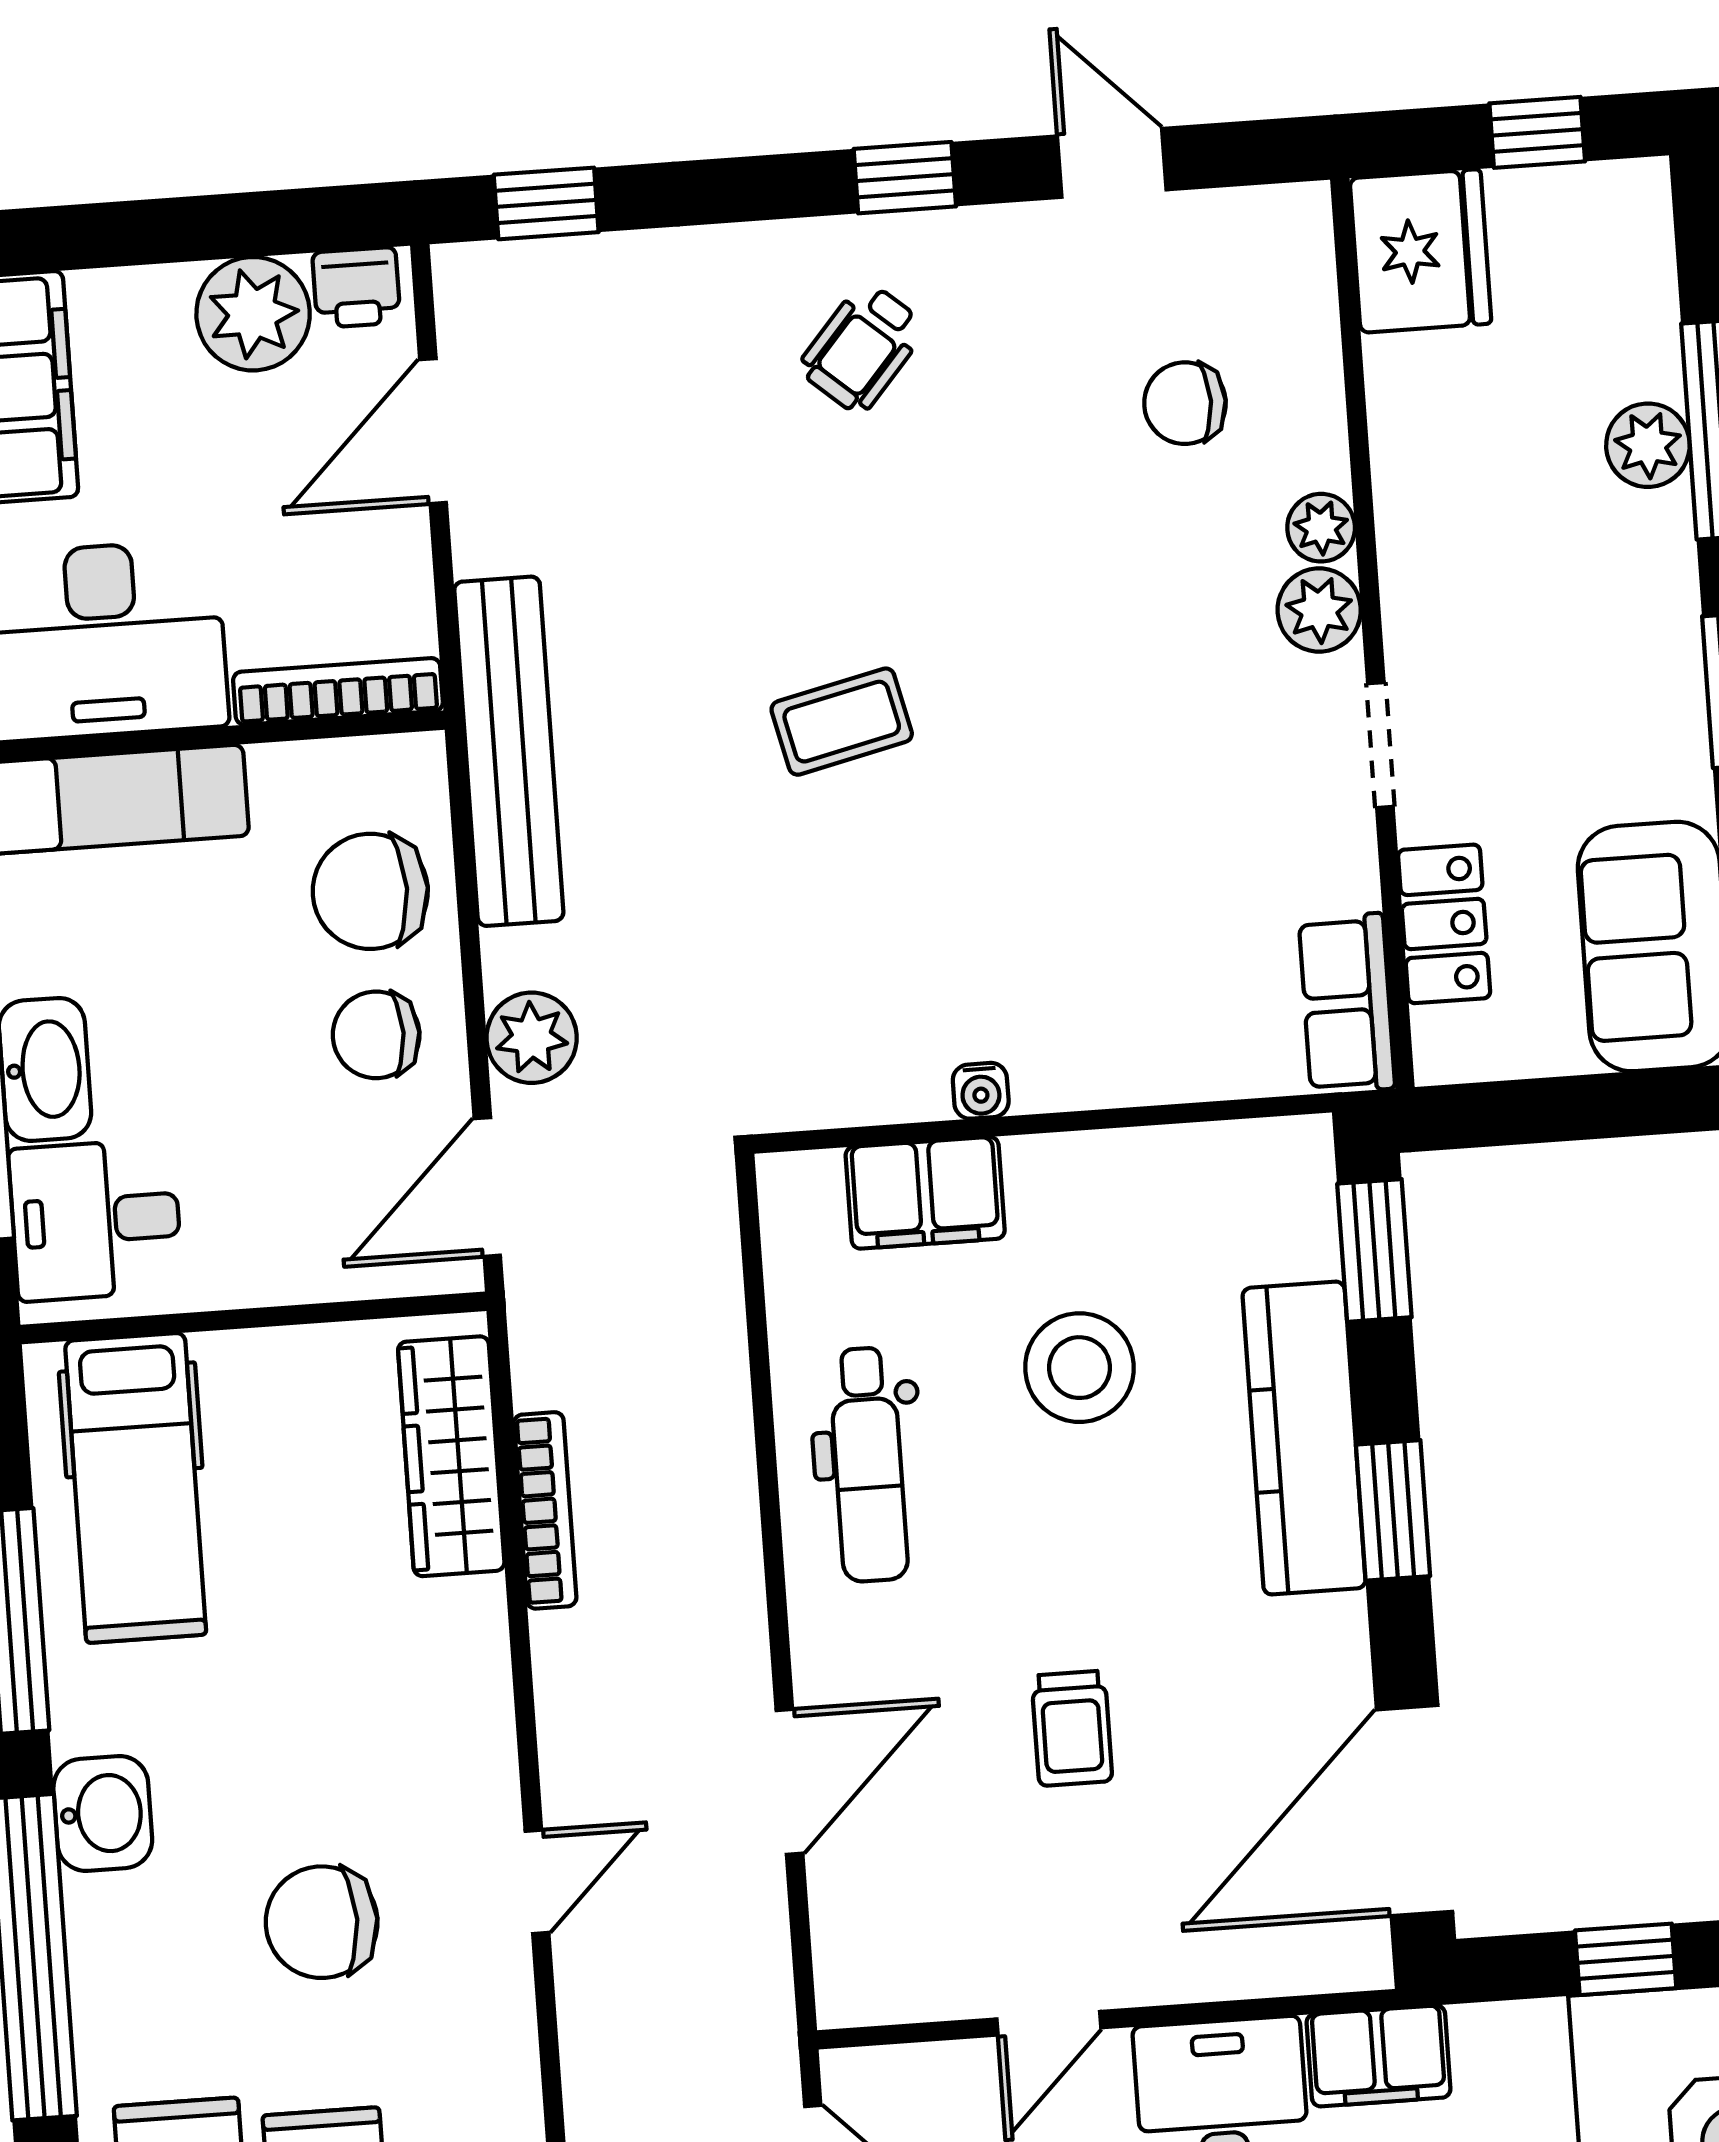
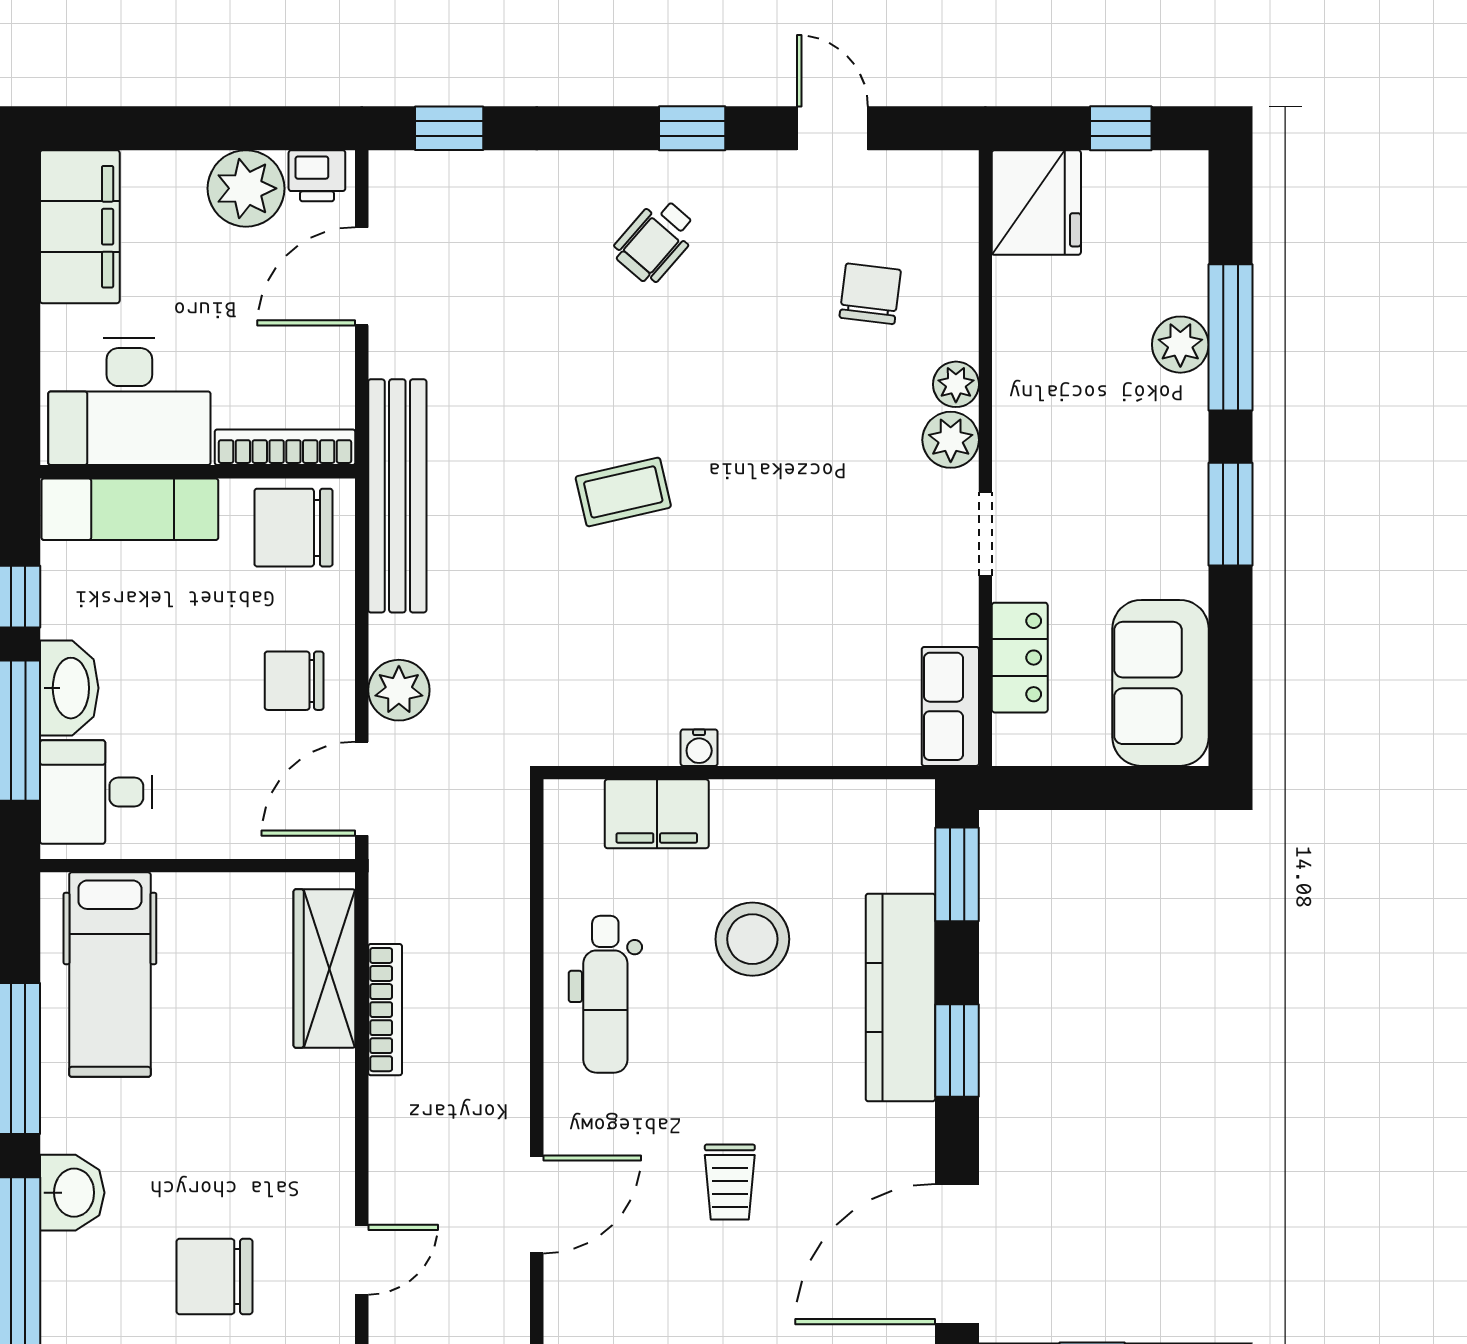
chair: (1185, 403) -> (870, 294), turned 97
chair: (370, 891) -> (294, 528), moved

